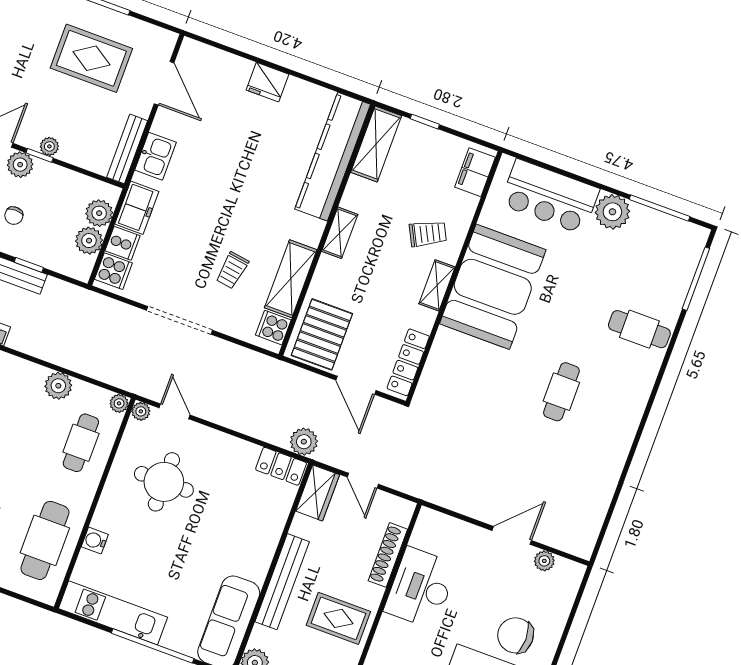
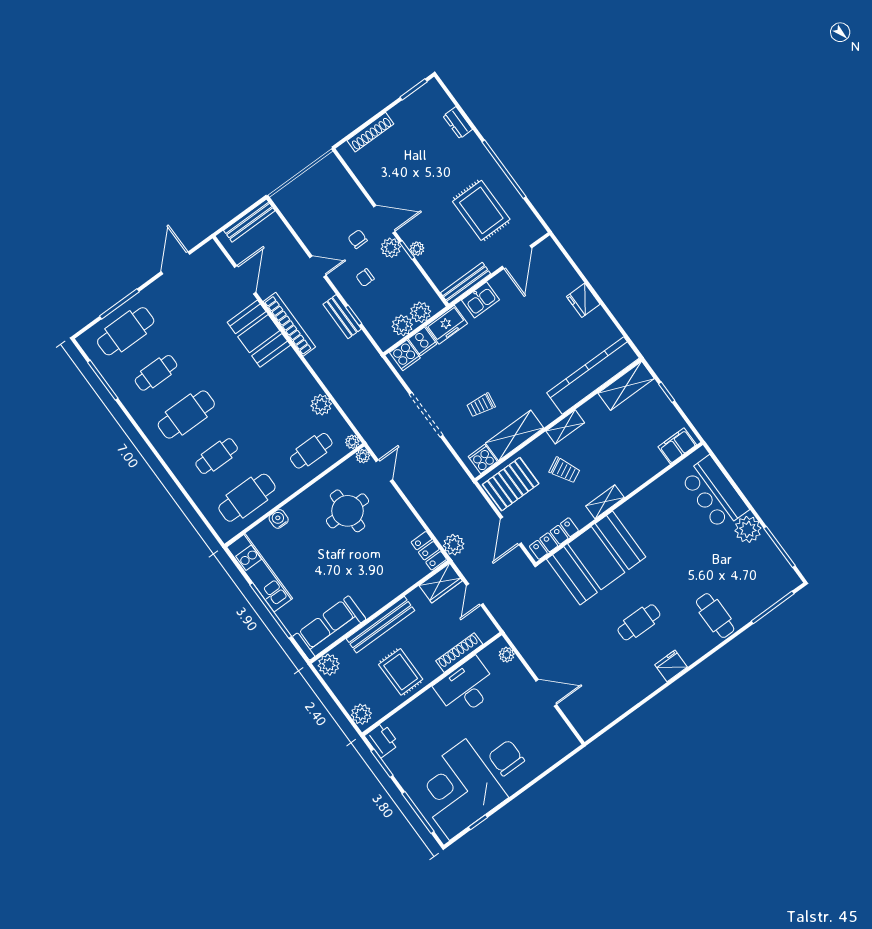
trolley: (428, 234) -> (565, 470), moved
booth: (493, 287) -> (596, 558), moved
fridge: (628, 416) -> (671, 666), added
plant: (544, 561) -> (507, 655), moved

